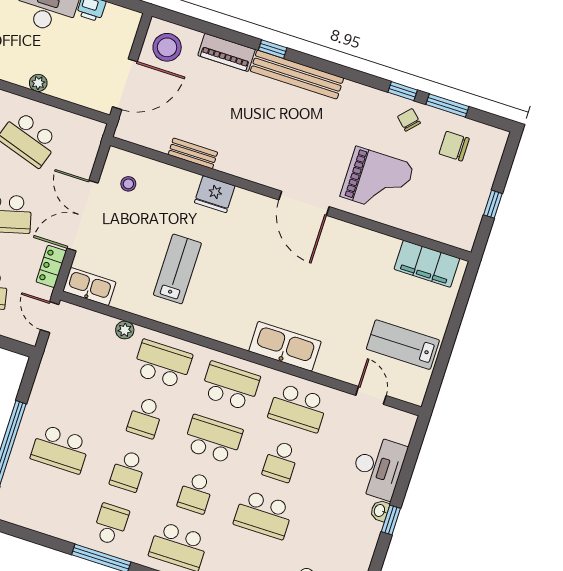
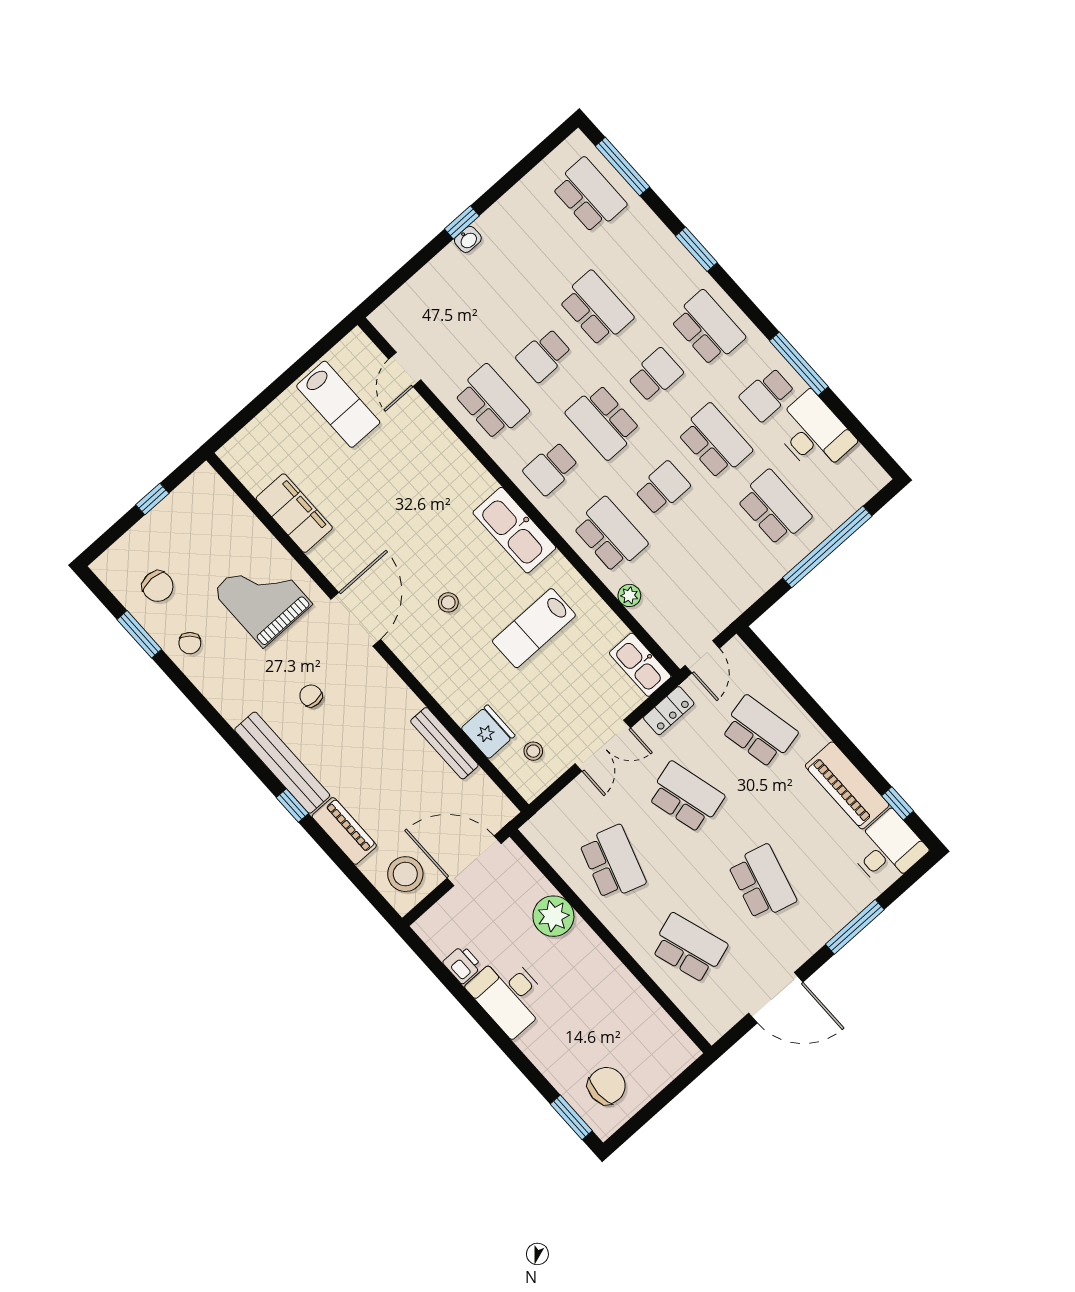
plant: (38, 83) -> (553, 916), width x1.88, depth x1.88
window: (403, 91) -> (178, 678), removed
chair: (304, 132) -> (311, 696), added
bench: (193, 153) -> (444, 743), width x1.36
fridge: (215, 194) -> (488, 732), moved
double door: (82, 216) -> (603, 746), width x0.73
stool: (247, 252) -> (448, 602), added
filing cabinet: (427, 264) -> (294, 513), moved
kitchen sink: (285, 346) -> (514, 530), moved
school desk: (163, 364) -> (610, 535), turned 180
school desk: (230, 386) -> (551, 468), width x0.54
school desk: (281, 461) -> (544, 355), turned 180
desk: (378, 467) -> (813, 433), moved, turned 90
school desk: (128, 471) -> (715, 441), width x1.85

